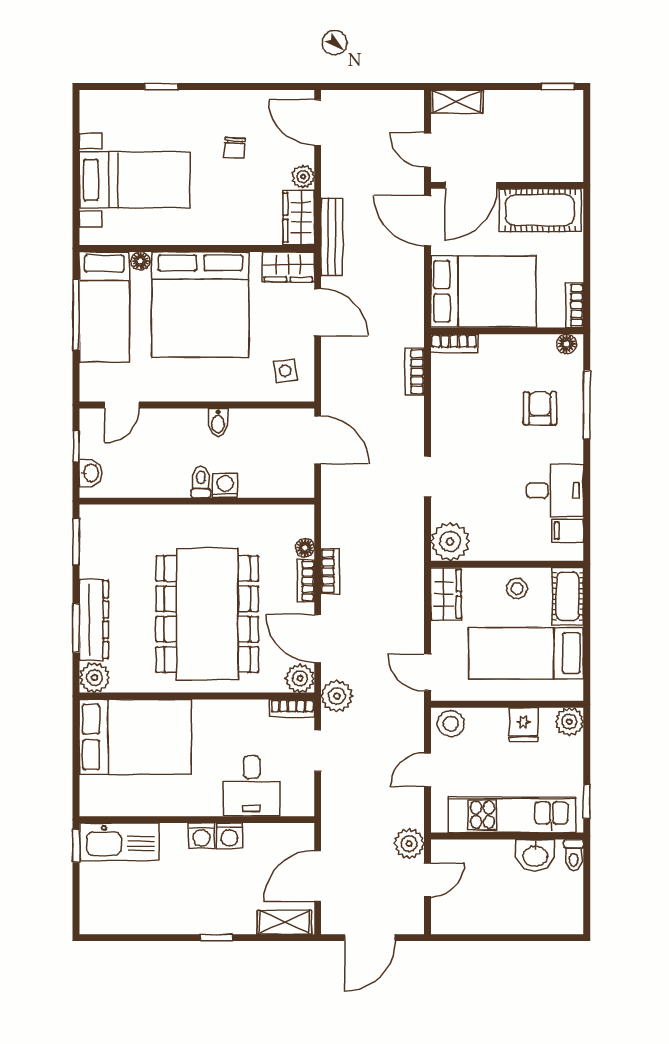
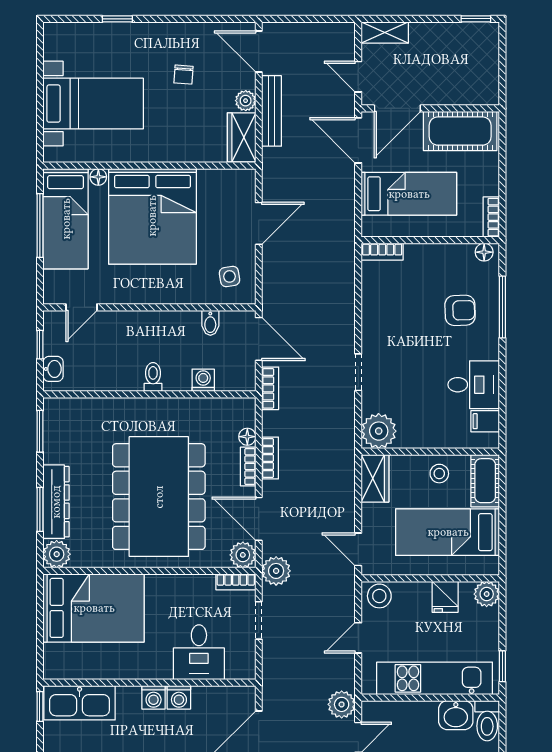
bench: (332, 237) -> (272, 111), moved
wardrobe: (288, 267) -> (232, 182), removed
bed: (483, 291) -> (409, 194), width x0.67
door: (318, 312) -> (259, 223), hinge flipped
bookcase: (415, 372) -> (270, 388), moved, turned 180
armchair: (540, 408) -> (460, 310), turned 88
bidet: (218, 422) -> (210, 323), moved
washing machine: (225, 485) -> (203, 380), moved
toilet: (574, 855) -> (487, 721), width x1.37, depth x1.39

